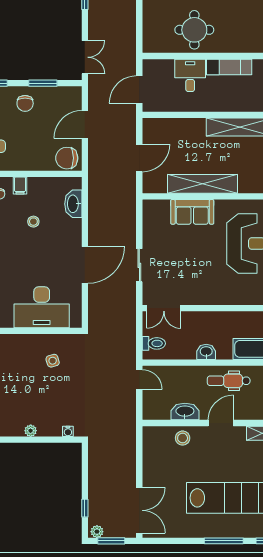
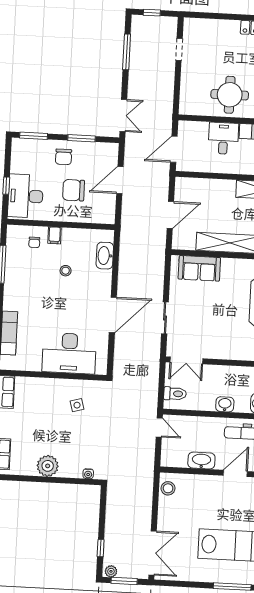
chair: (67, 158) -> (74, 190), moved
sofa: (192, 212) -> (199, 268), moved
plant: (31, 431) -> (48, 466), width x1.88, depth x1.88
stool: (183, 438) -> (168, 488), moved

